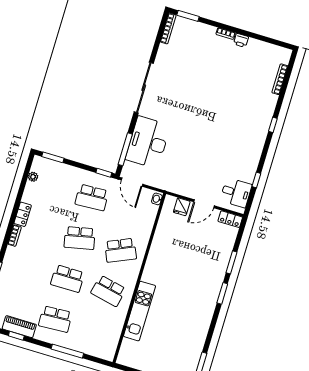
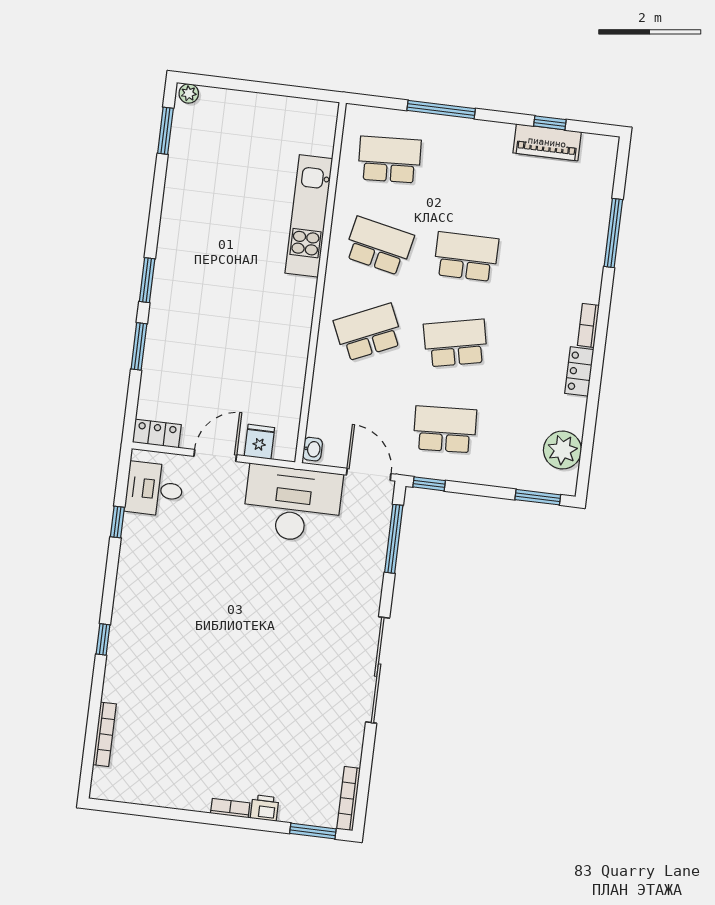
printer: (241, 40) -> (265, 808), moved
desk: (148, 142) -> (293, 504), moved, turned -90
plant: (33, 177) -> (562, 450), width x1.88, depth x1.88
school desk: (55, 319) -> (389, 160), moved

